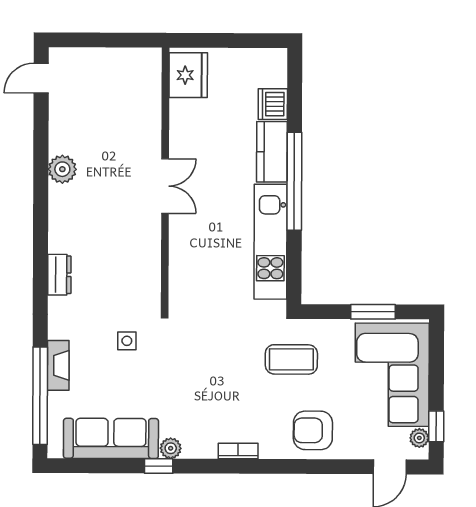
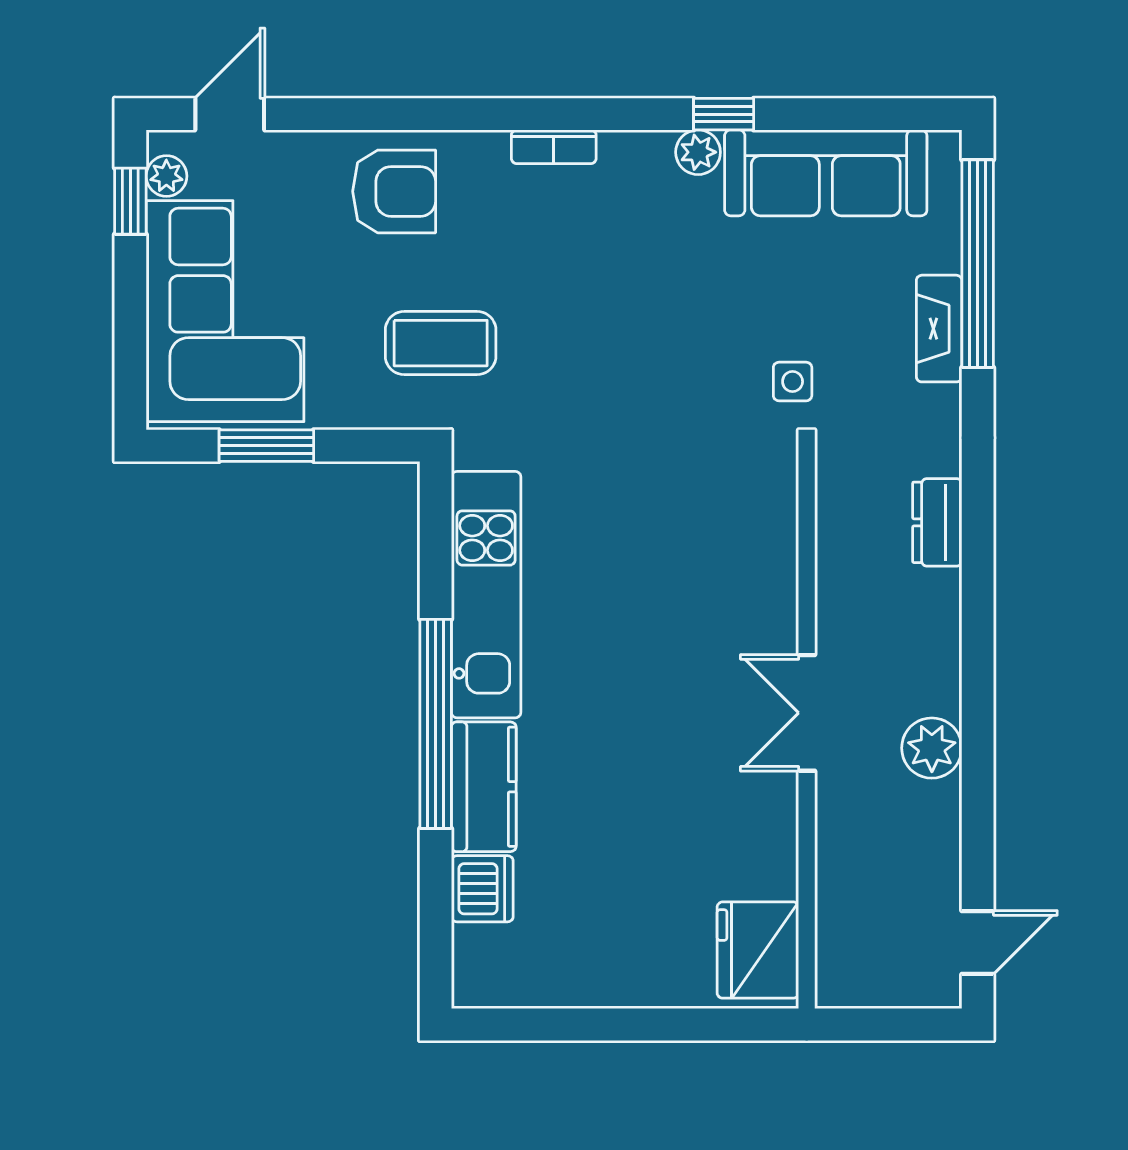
fridge: (188, 75) -> (758, 950), moved
wall: (165, 179) -> (807, 727), moved
double door: (165, 186) -> (807, 713), moved

